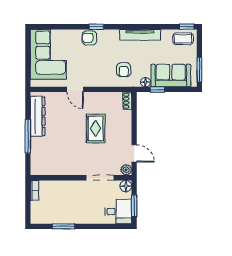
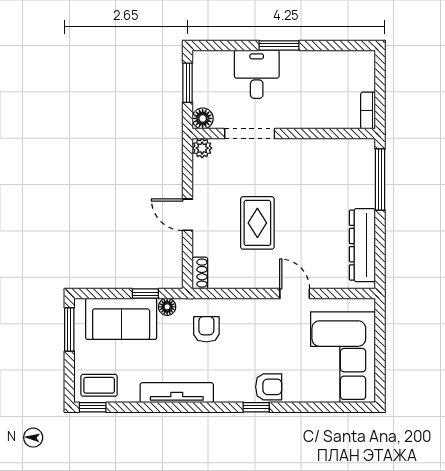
window: (28, 136) -> (380, 179), moved
door: (134, 153) -> (188, 215), moved
desk: (118, 211) -> (257, 74), moved, turned 90
window: (63, 226) -> (279, 45), moved

